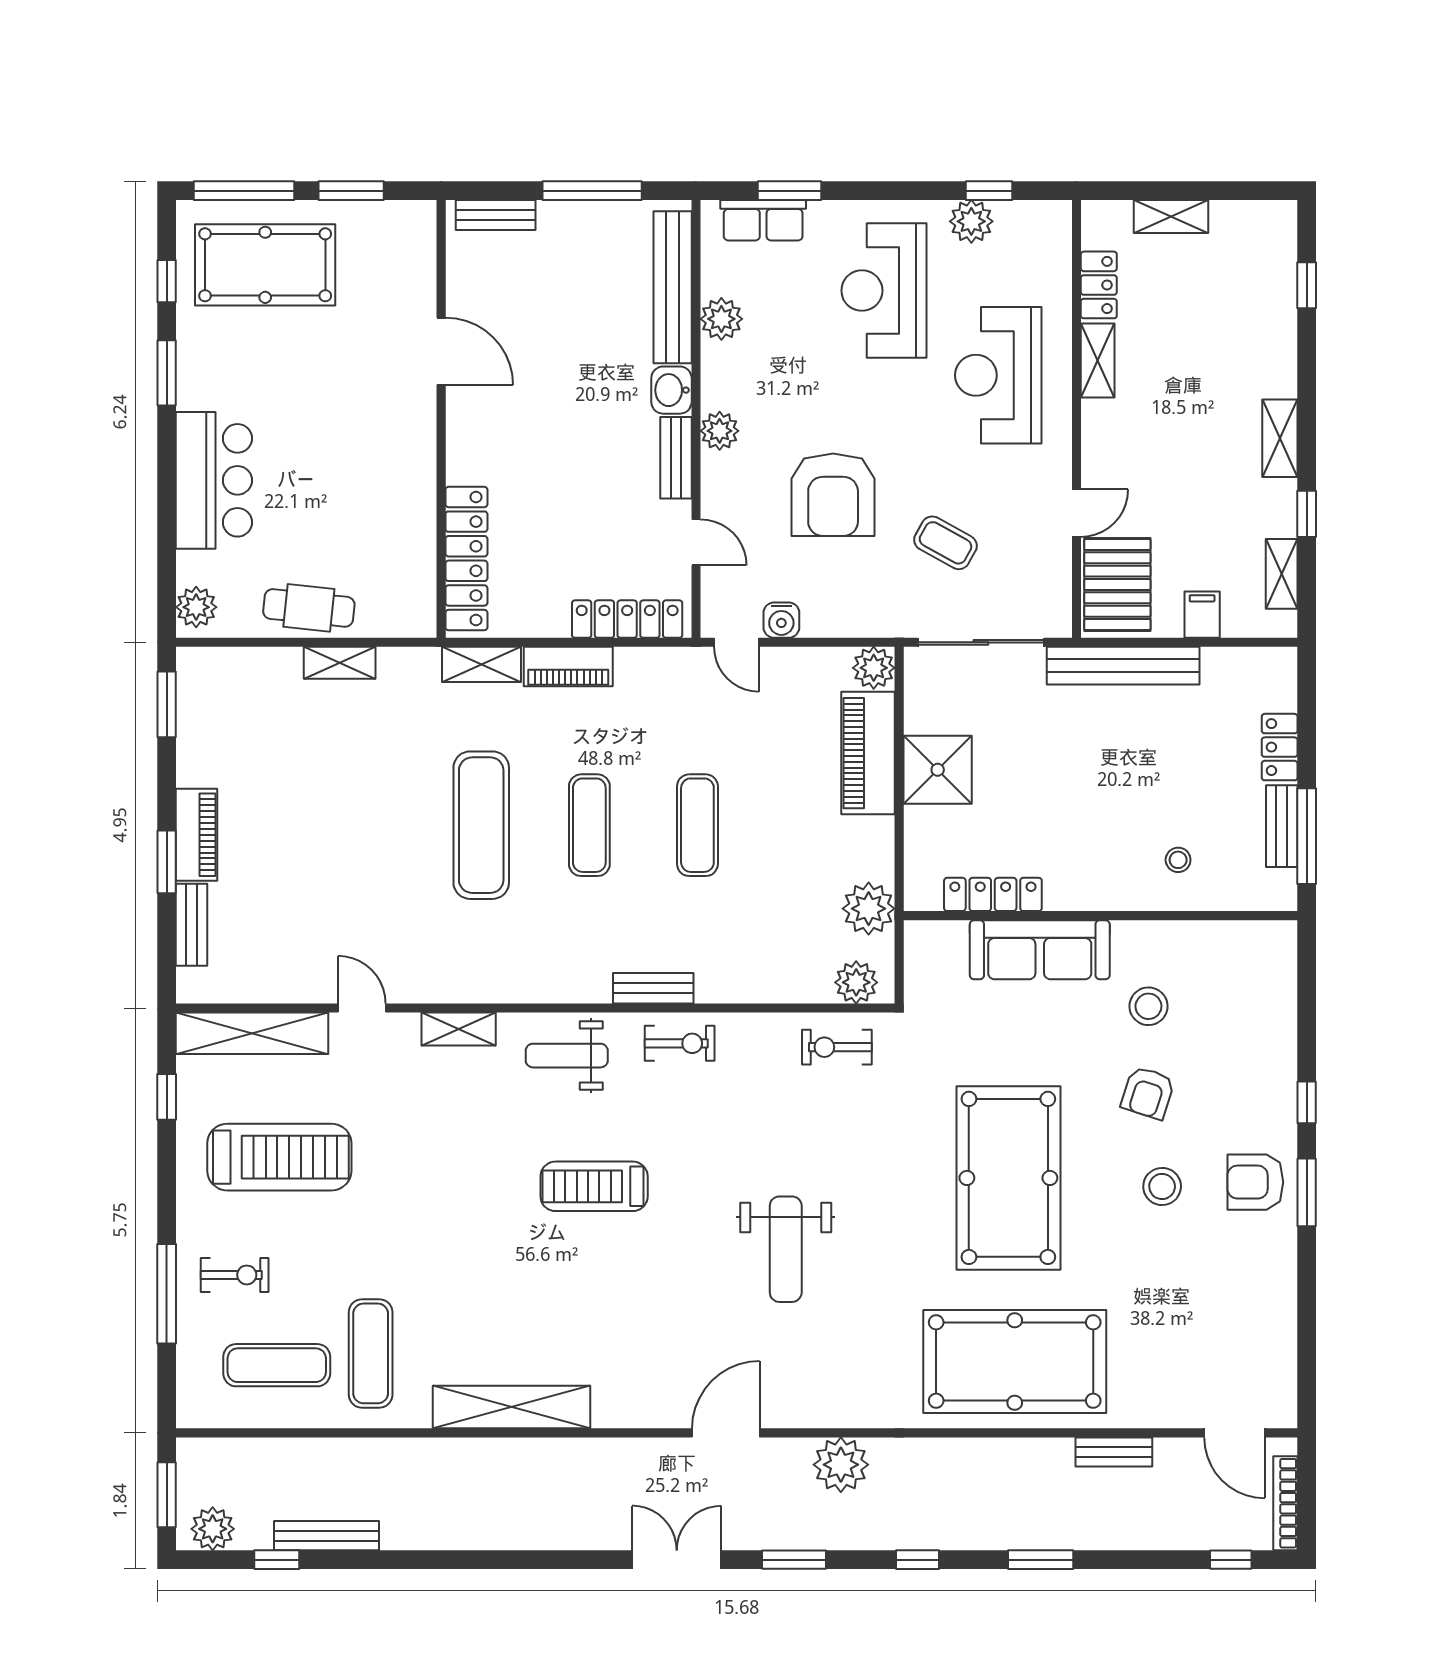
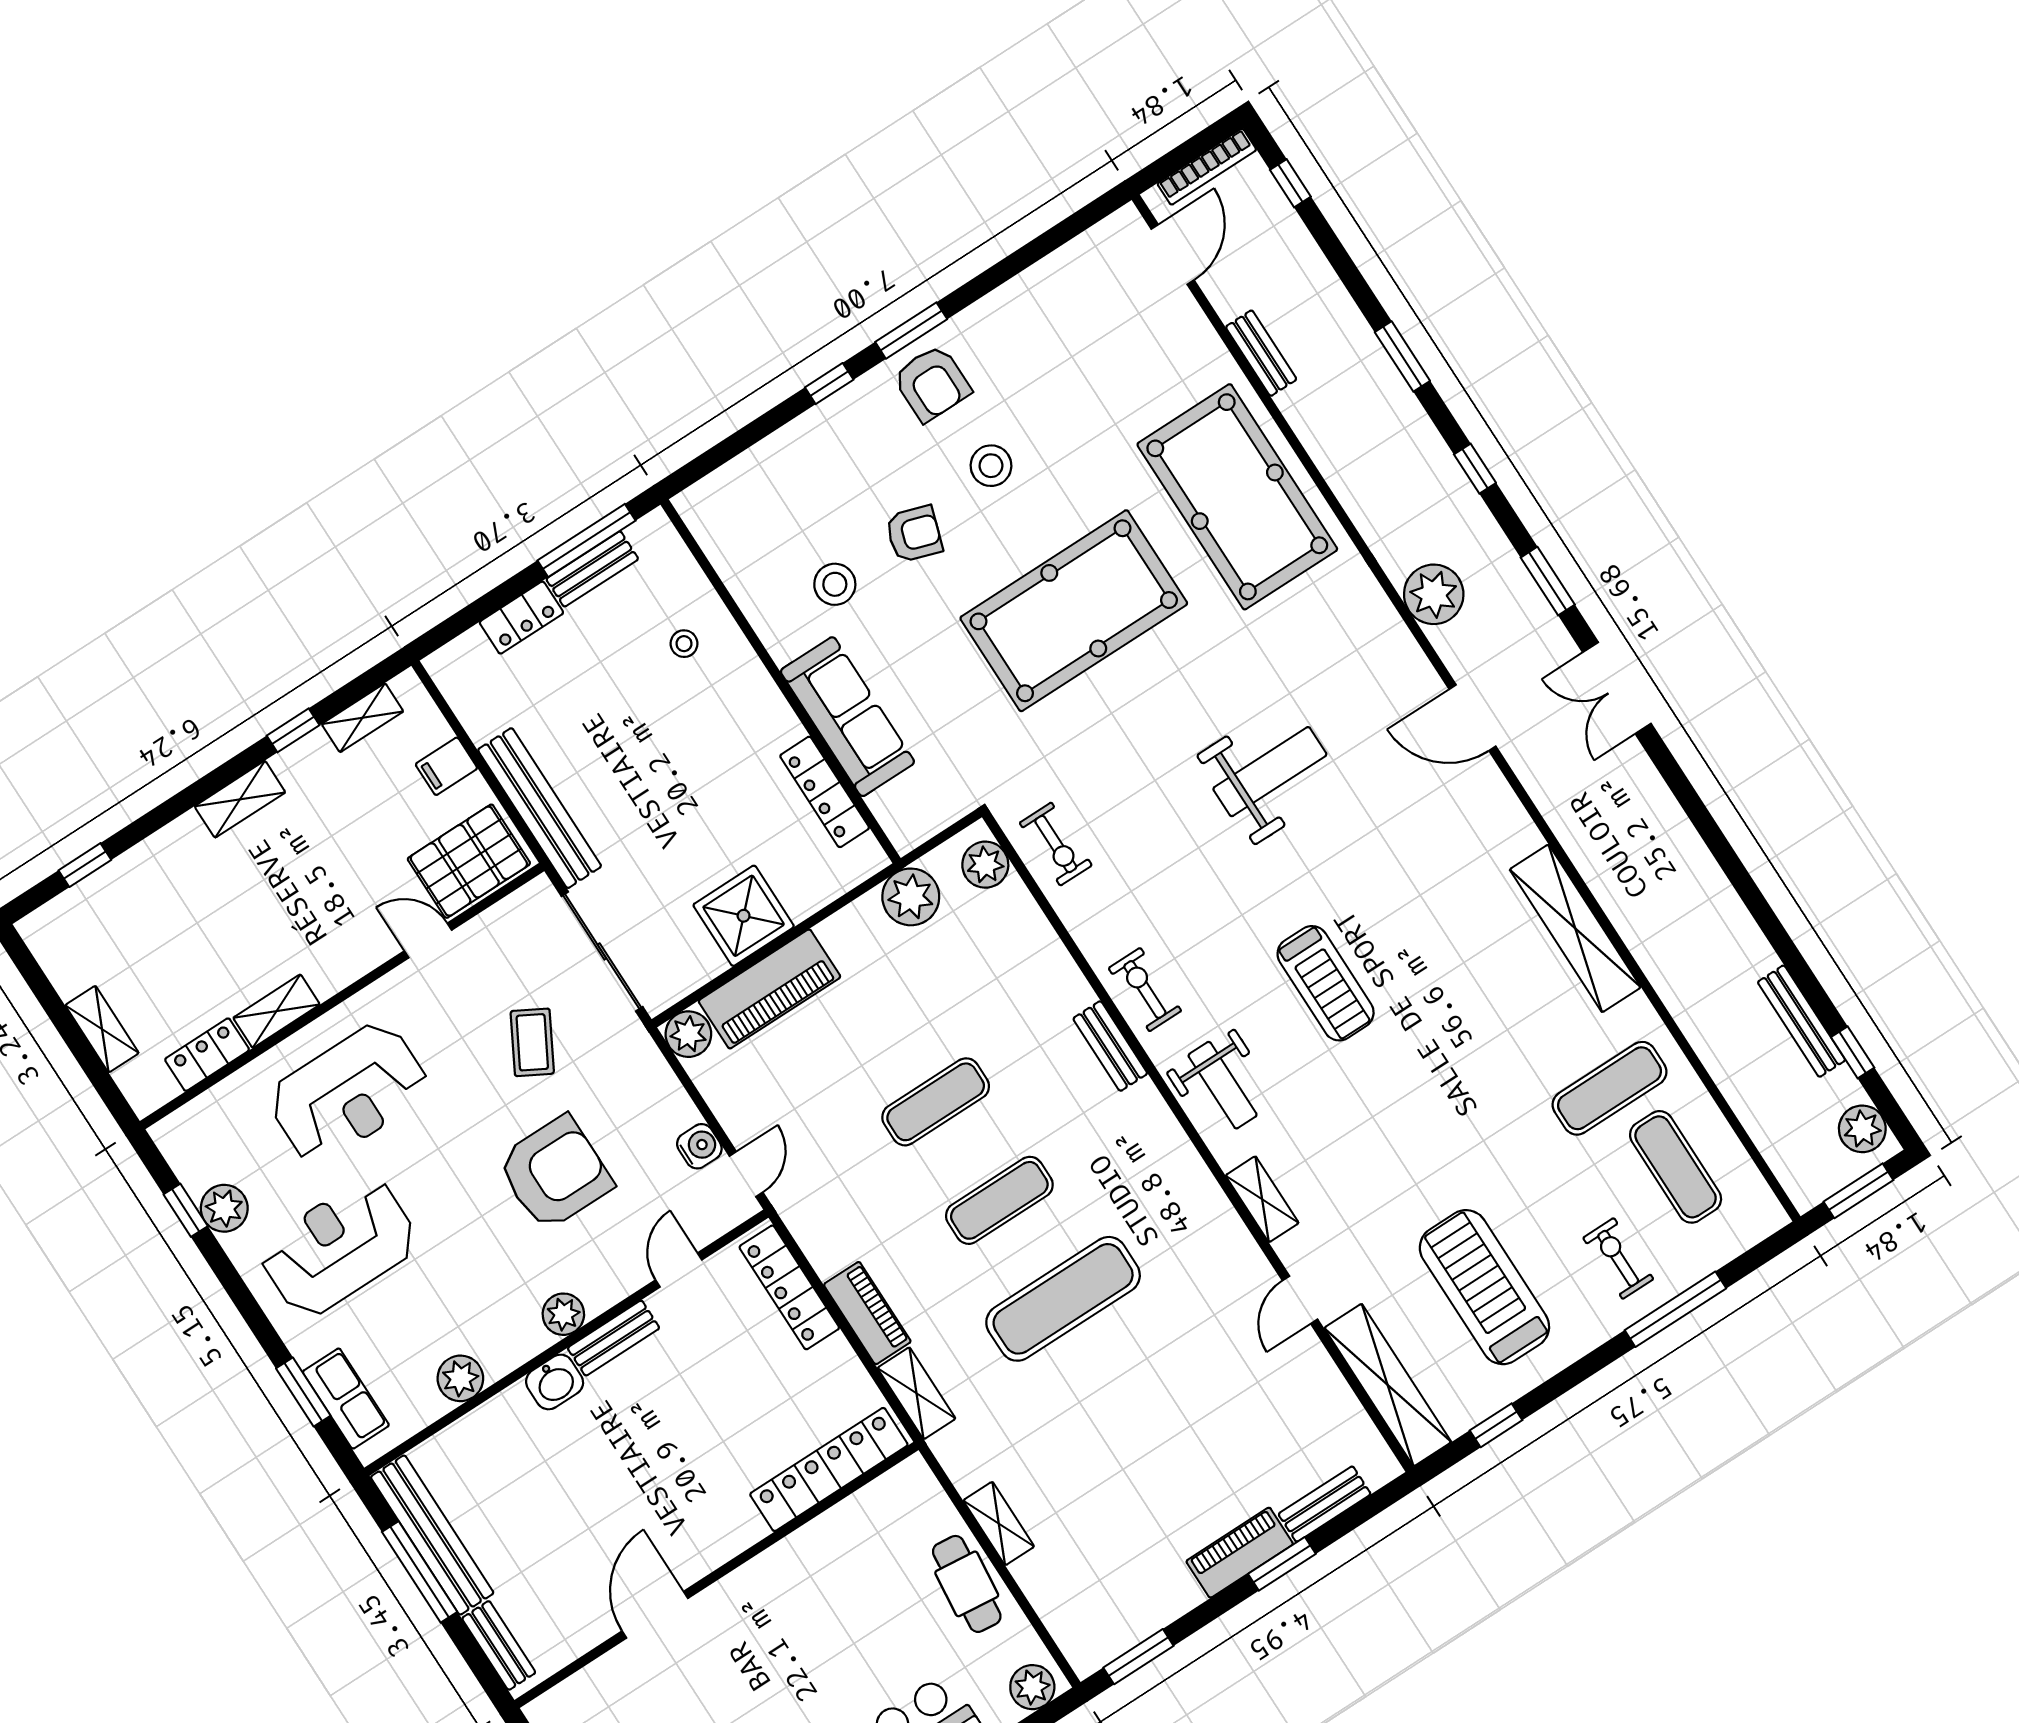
bench: (673, 287) -> (432, 1535), moved, turned 90
reception desk: (884, 291) -> (339, 1247), turned 180

